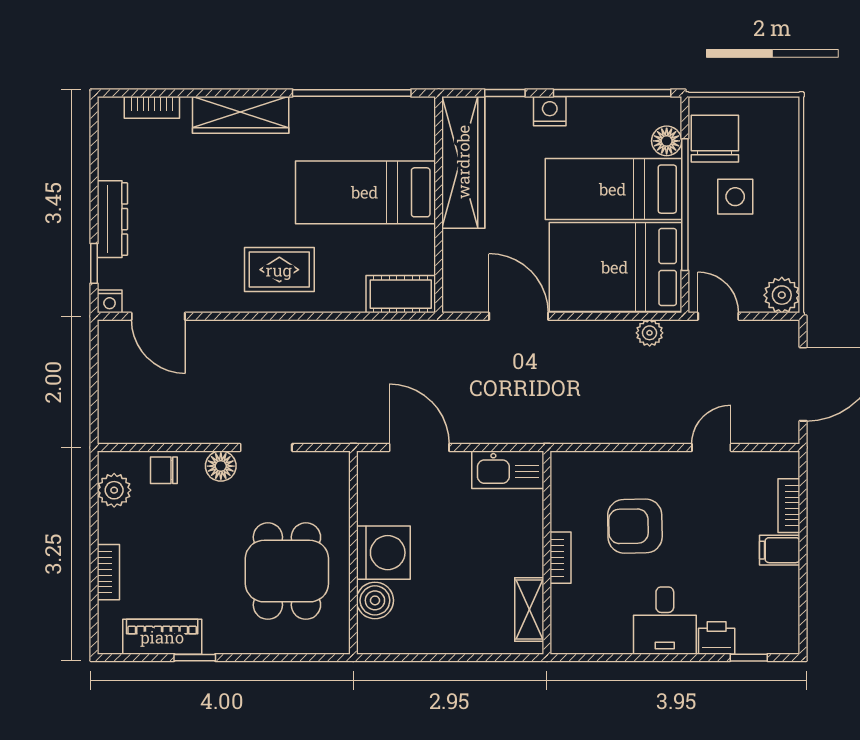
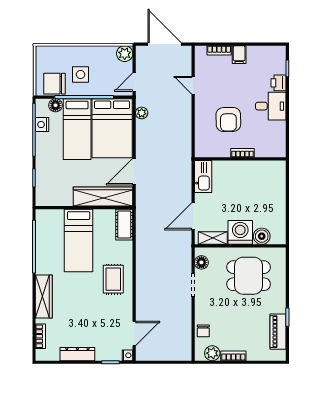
nightstand: (550, 111) -> (42, 125), moved
wardrobe: (463, 162) -> (103, 197), moved
dresser: (112, 219) -> (77, 354), moved
floor lamp: (221, 466) -> (201, 262), moved
bookcase: (108, 572) -> (233, 356), moved
shelving: (529, 609) -> (213, 238), moved

